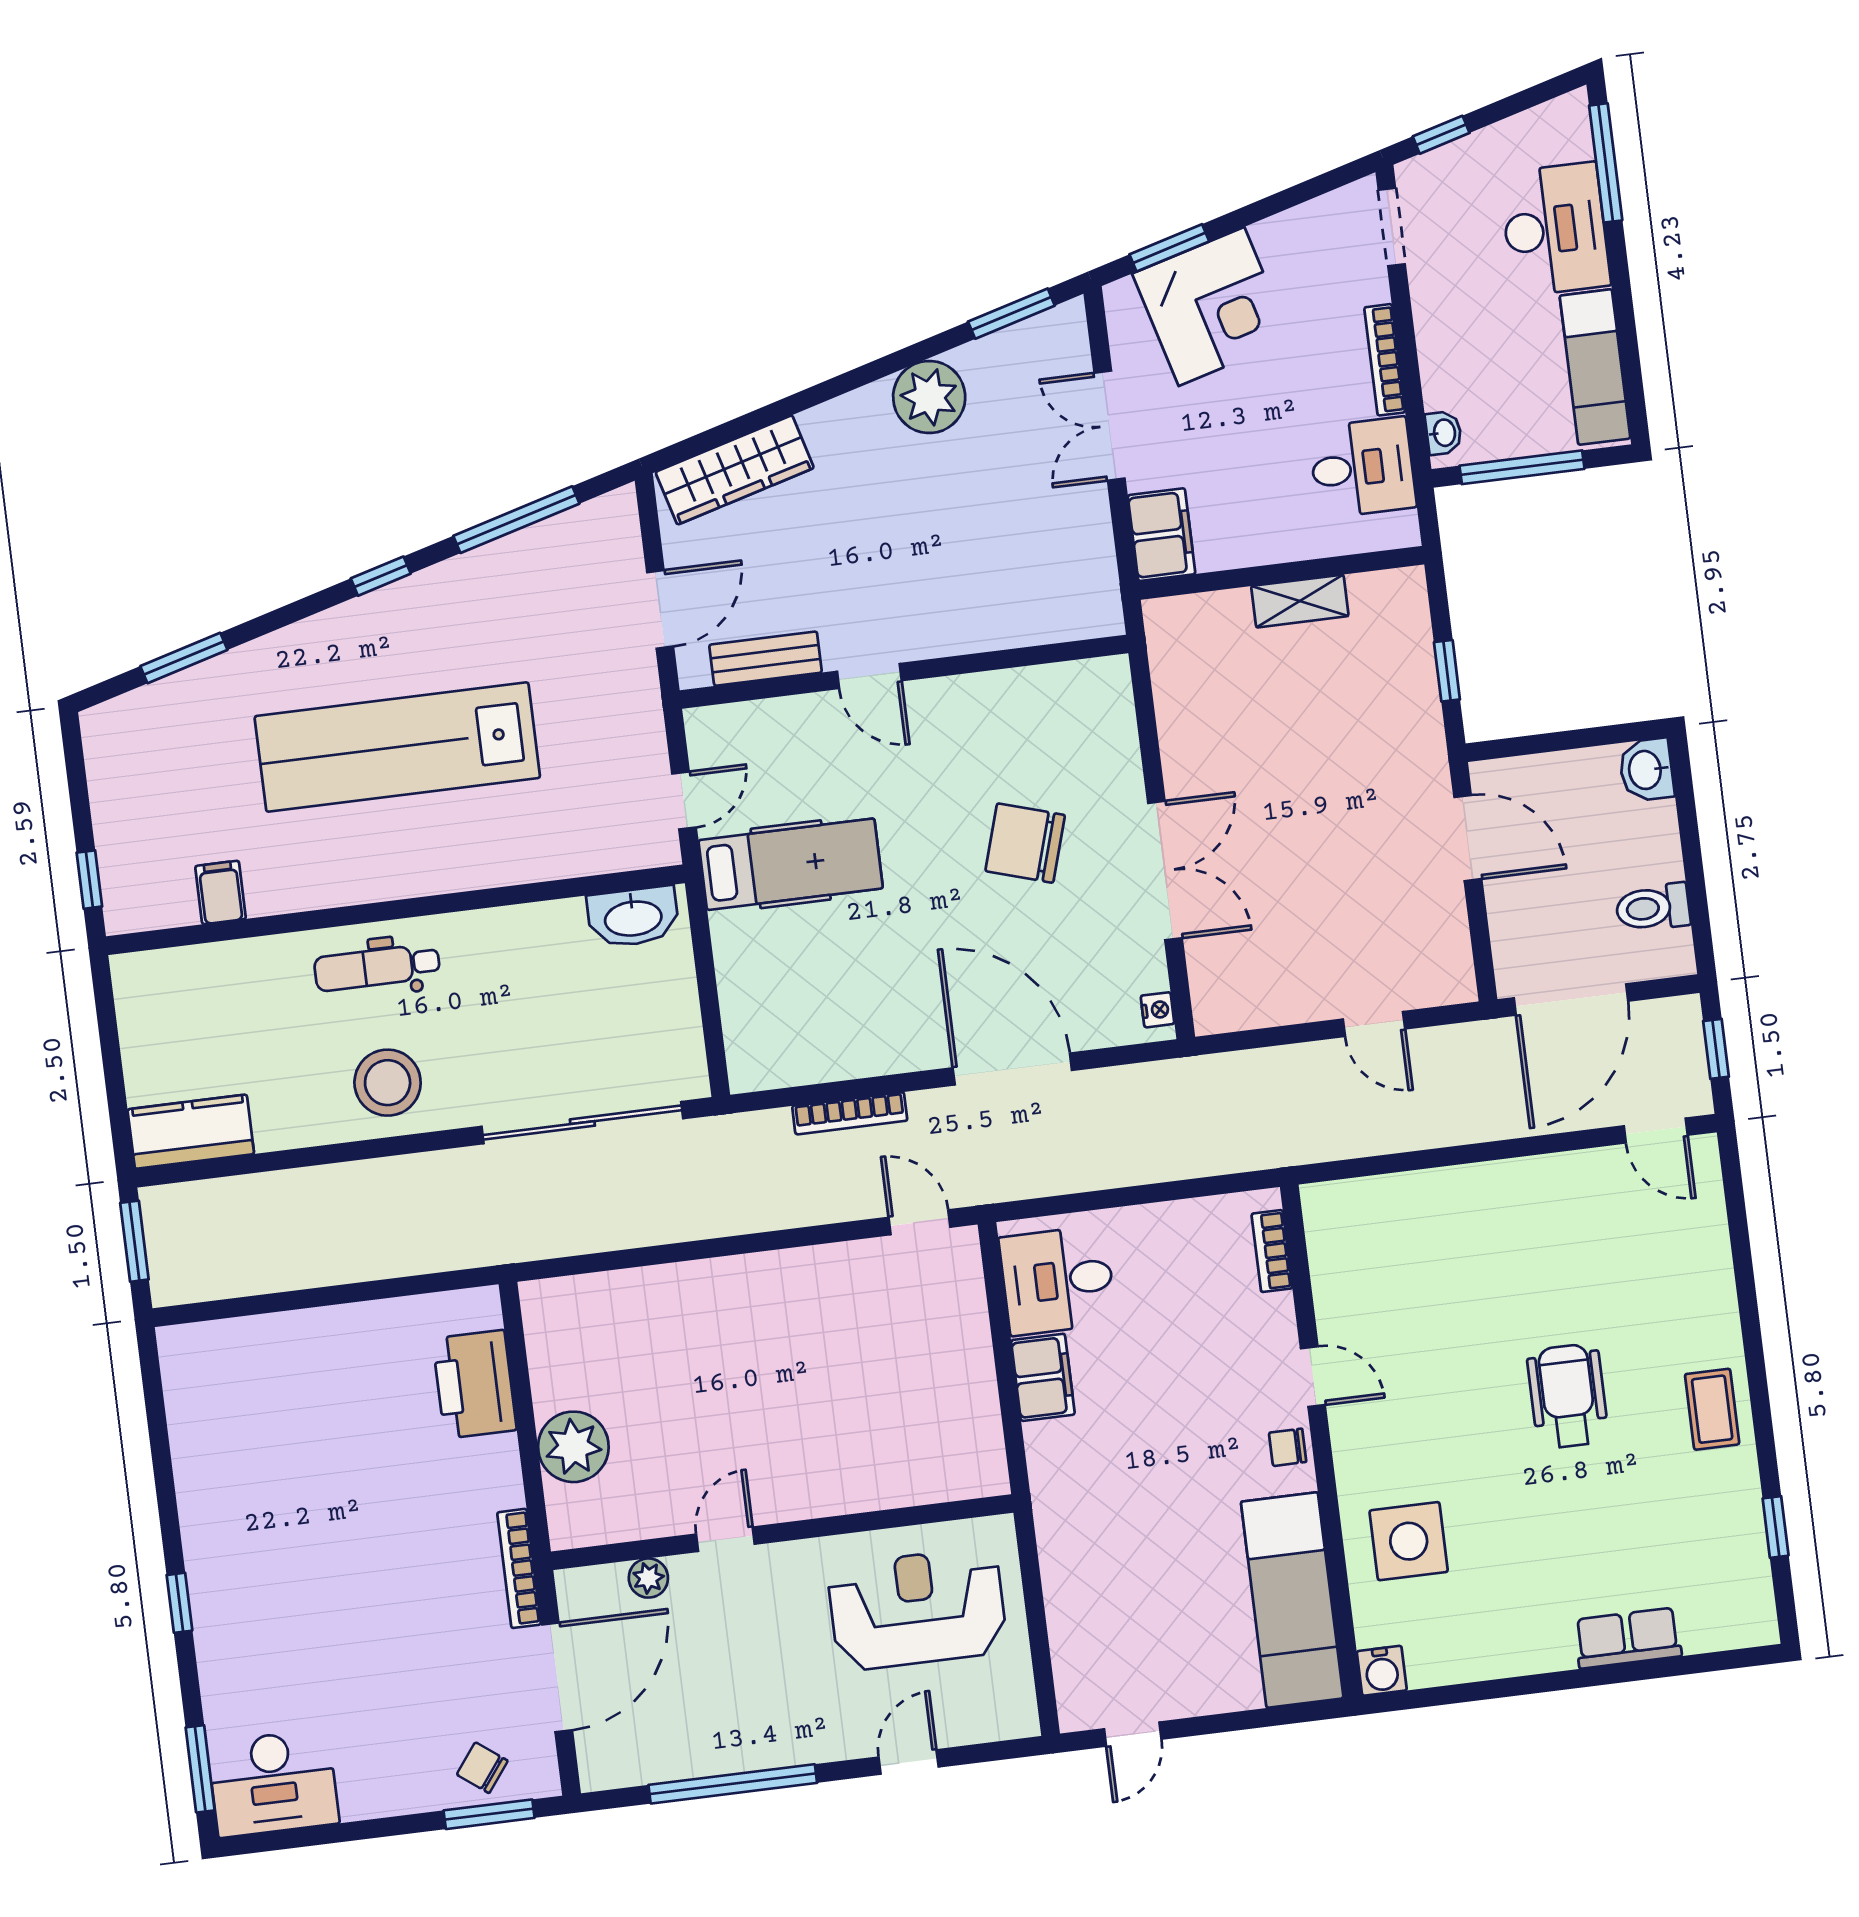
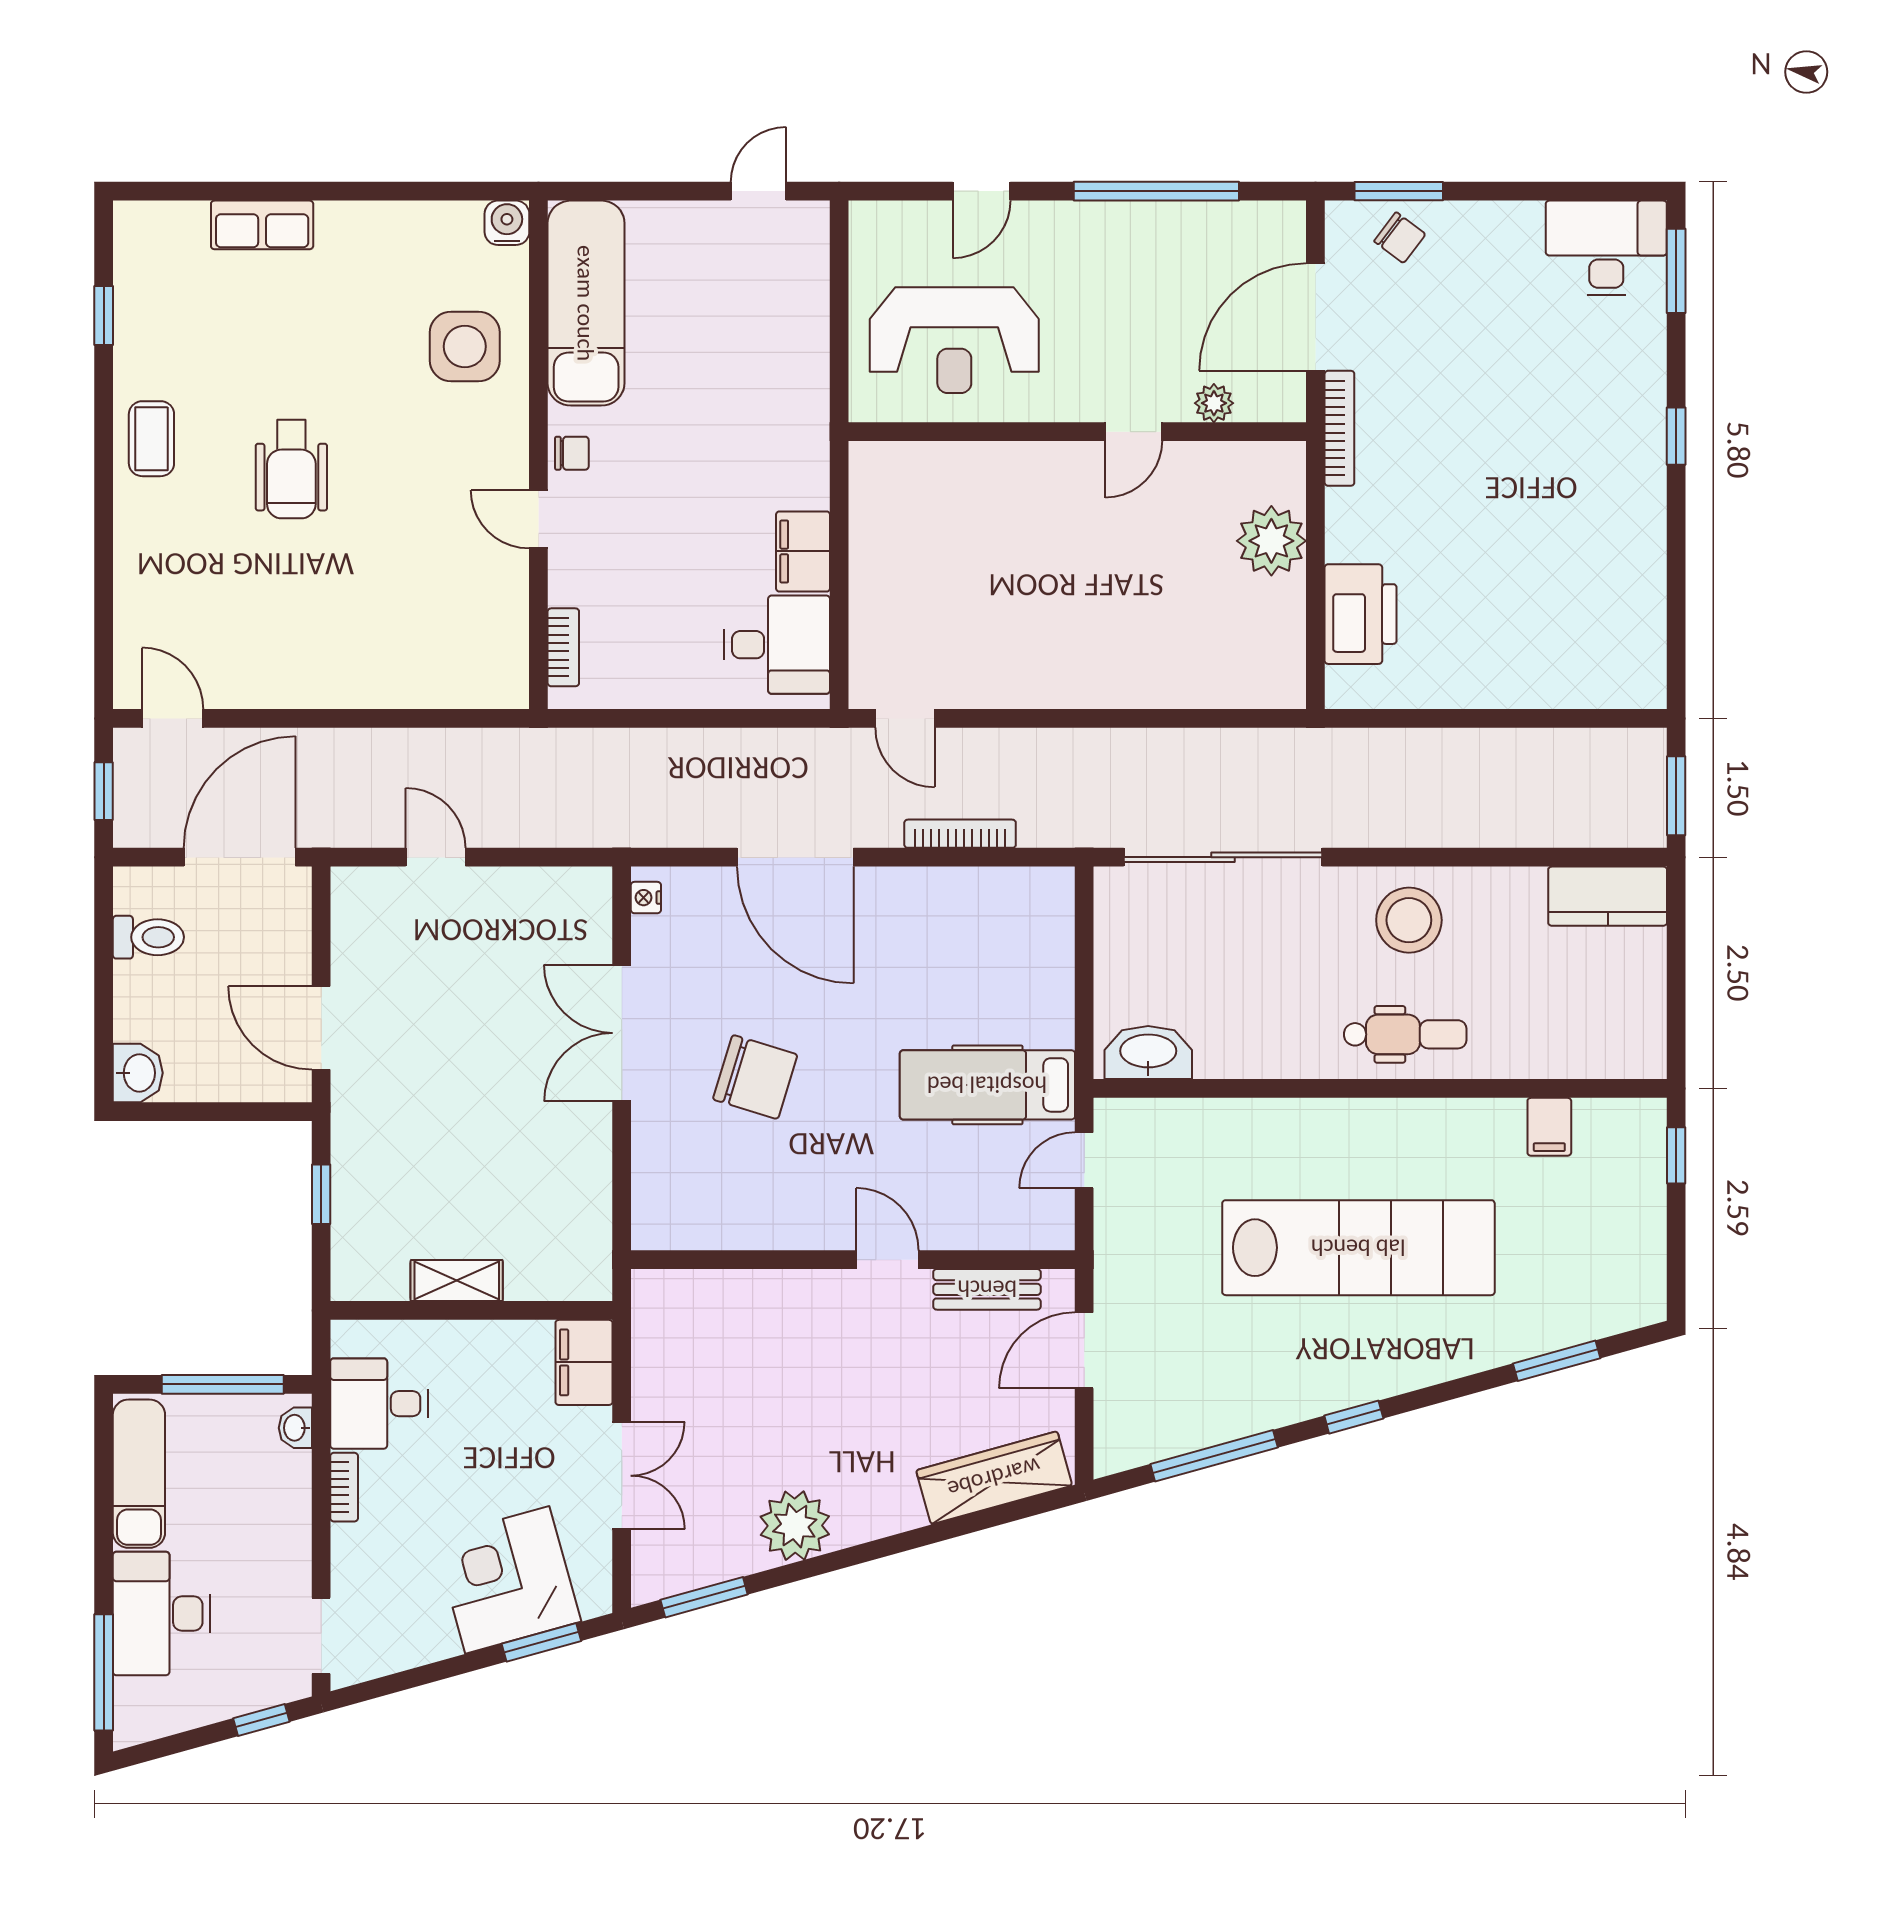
bookcase: (1385, 360) -> (344, 1487), width x0.64

